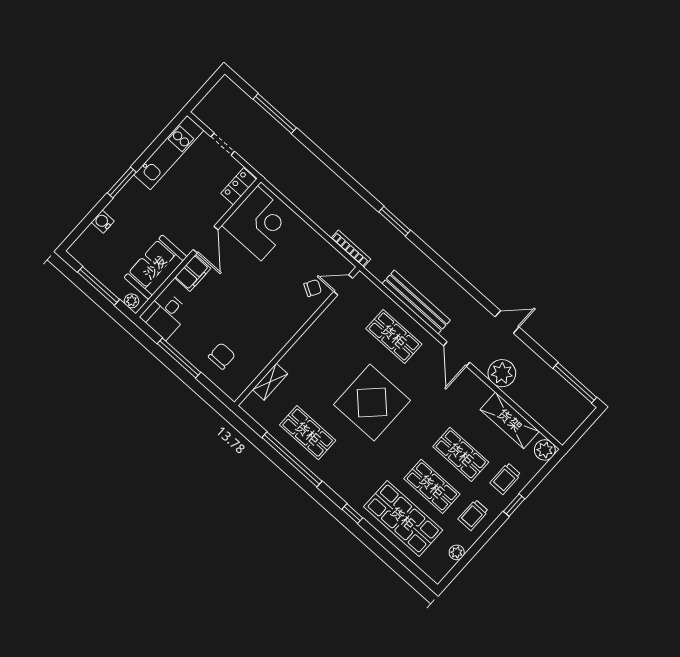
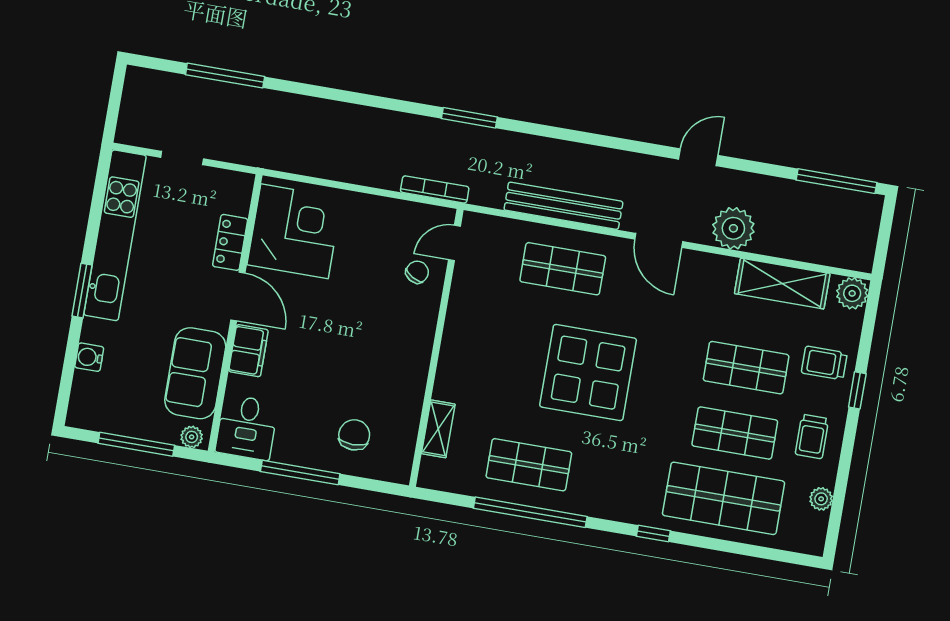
kitchen unit: (169, 153) -> (115, 235), width x1.36
locker: (239, 186) -> (230, 242), moved
trolley: (505, 479) -> (824, 363), turned 90

